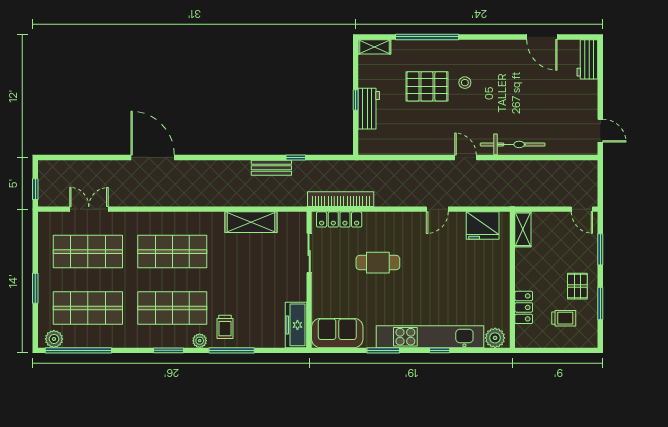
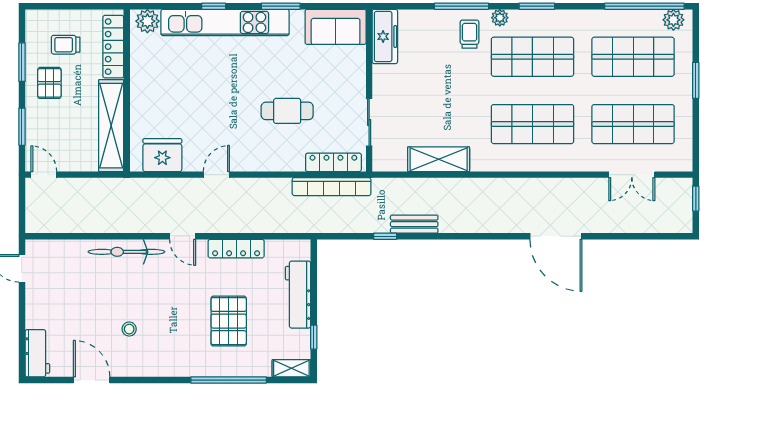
stool: (465, 83) -> (129, 329), moved
pallet: (427, 86) -> (229, 321), turned 90
window: (356, 100) -> (314, 337), moved
workbench: (369, 109) -> (298, 295), width x1.38
locker: (421, 147) -> (236, 249), added
shelving: (523, 229) -> (111, 126), width x2.20, depth x1.33
locker: (524, 307) -> (113, 47), width x1.53

